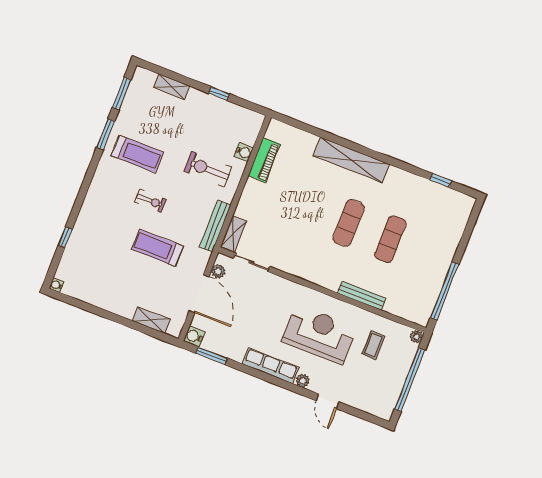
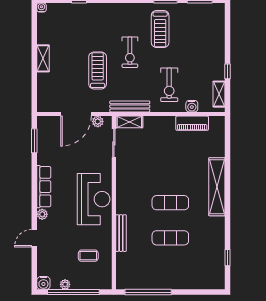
shelving: (171, 87) -> (219, 94), moved
exercise bike: (208, 169) -> (169, 85), turned 180
exercise bike: (151, 201) -> (130, 52), width x1.38, depth x1.39
shelving: (151, 320) -> (43, 58), moved
reception desk: (319, 334) -> (94, 199), moved
water cooler: (194, 336) -> (43, 283), moved, turned 180
plant: (416, 336) -> (65, 284), moved

